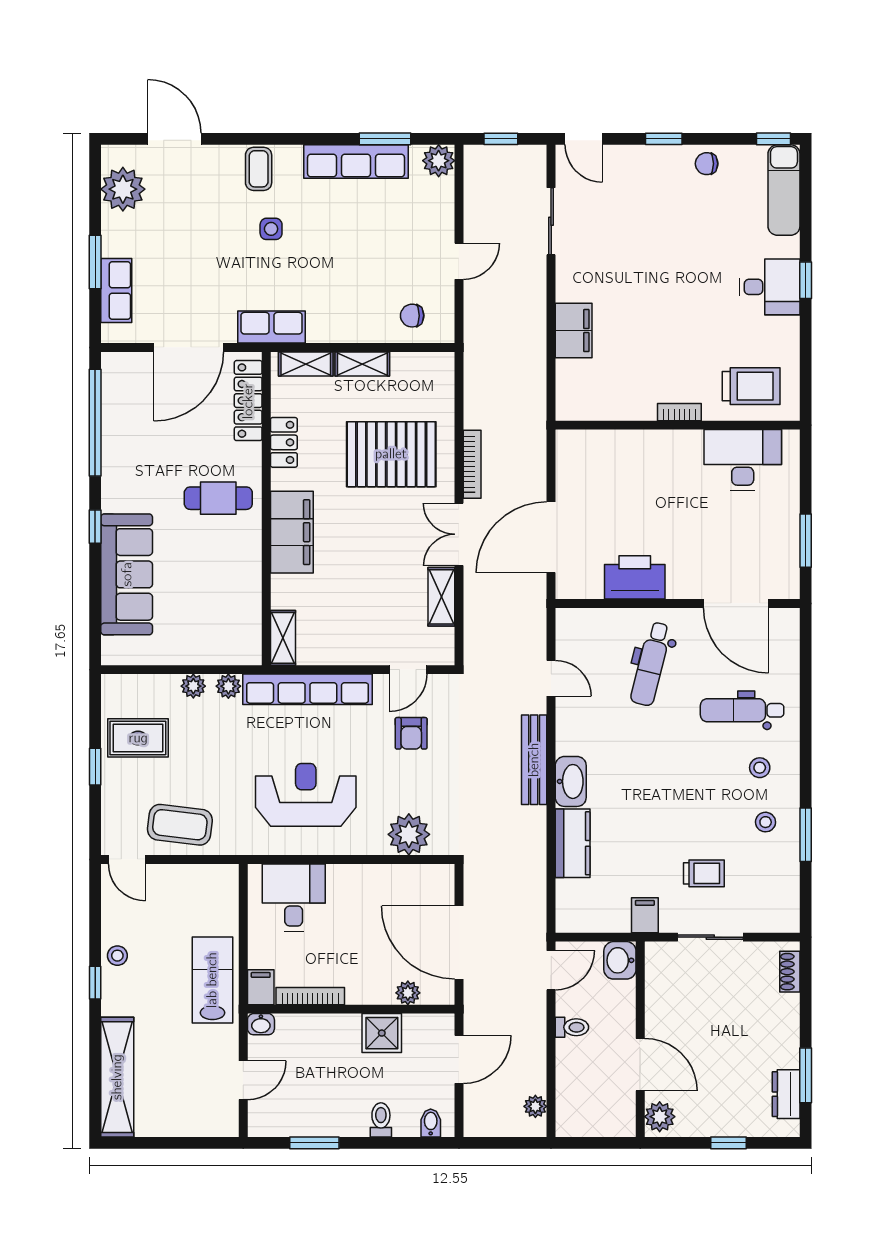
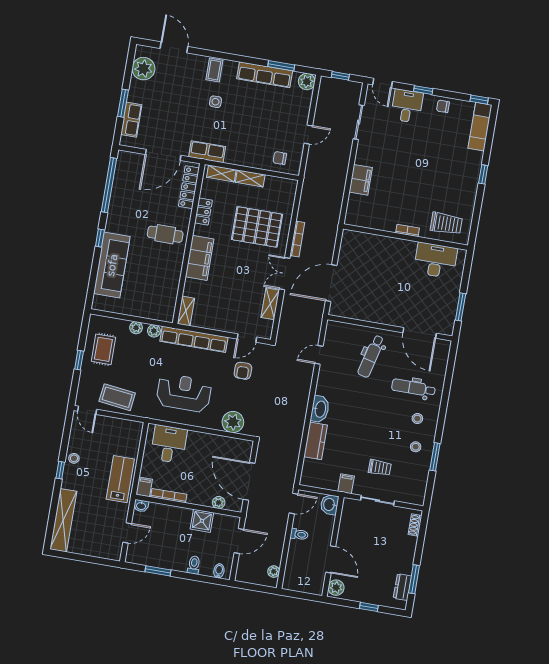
desk: (770, 287) -> (407, 106), moved, turned -90
printer: (635, 577) -> (370, 311), removed
door: (551, 678) -> (319, 355), swing flipped
rug: (138, 738) -> (103, 349), turned 90
bench: (534, 760) -> (303, 395), removed

